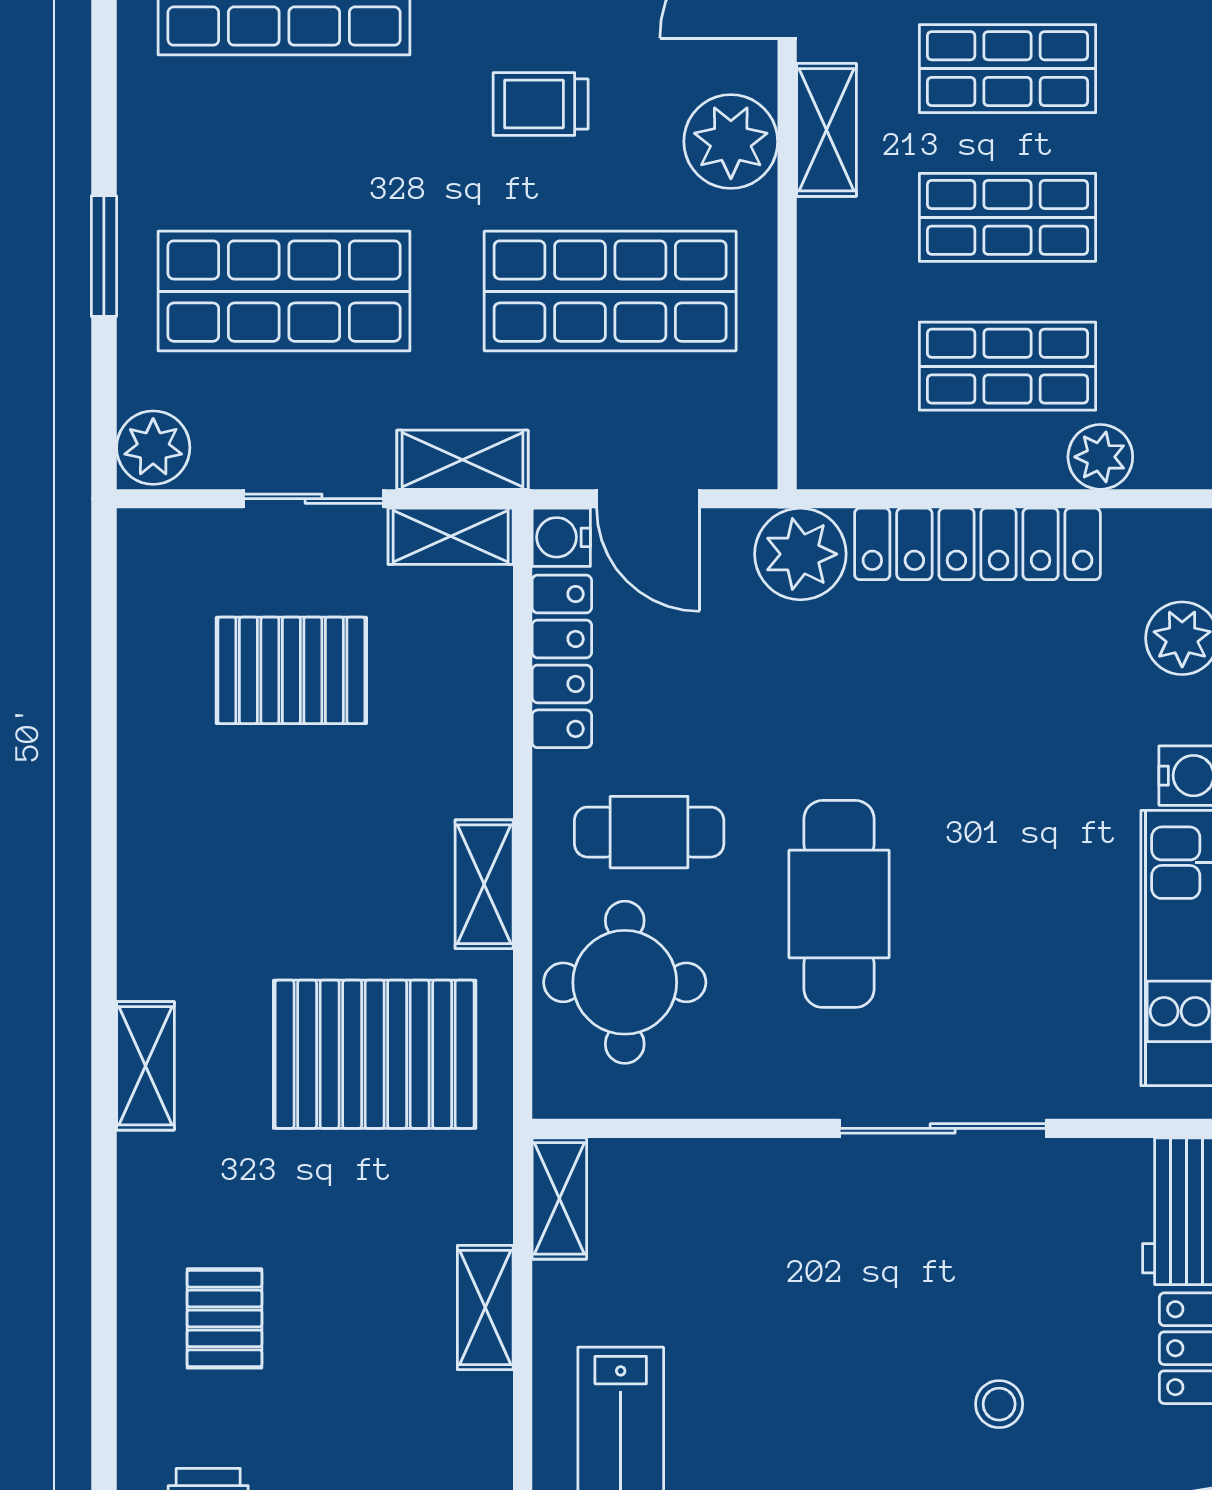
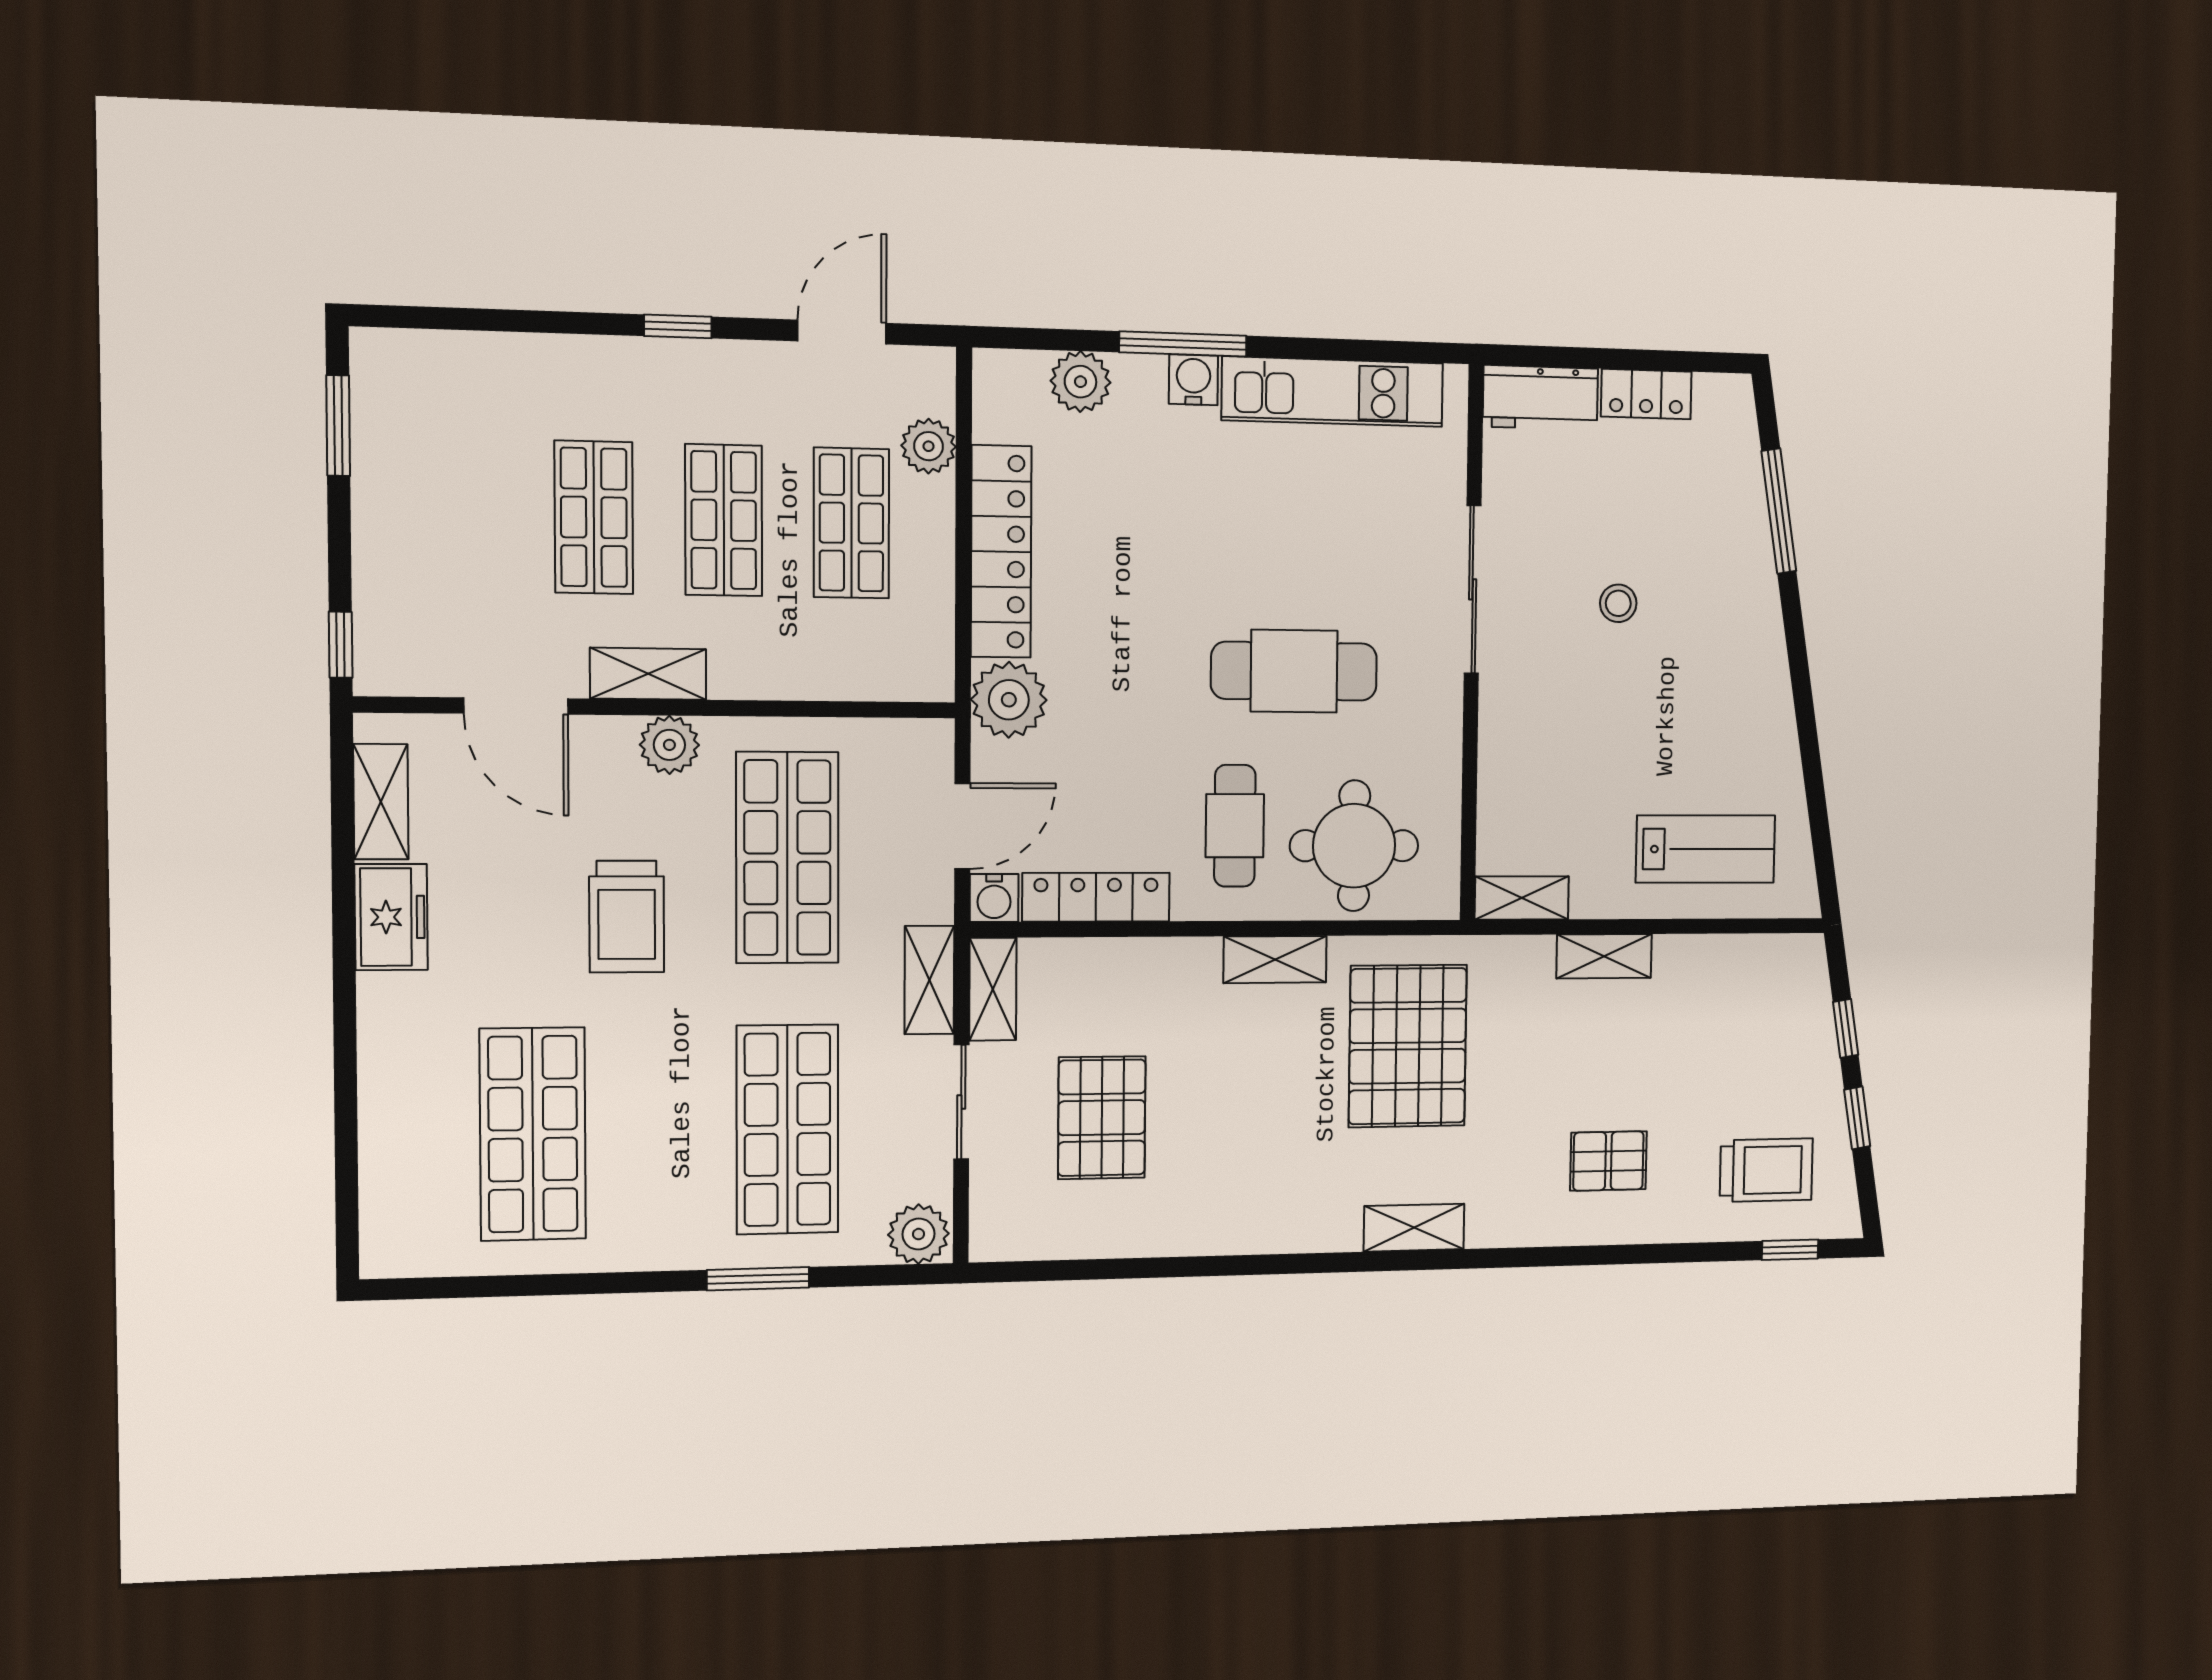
trolley: (541, 104) -> (627, 917), width x1.36, depth x1.39
plant: (731, 142) -> (669, 745), width x0.73, depth x0.73
stool: (999, 1404) -> (1618, 603), moved

